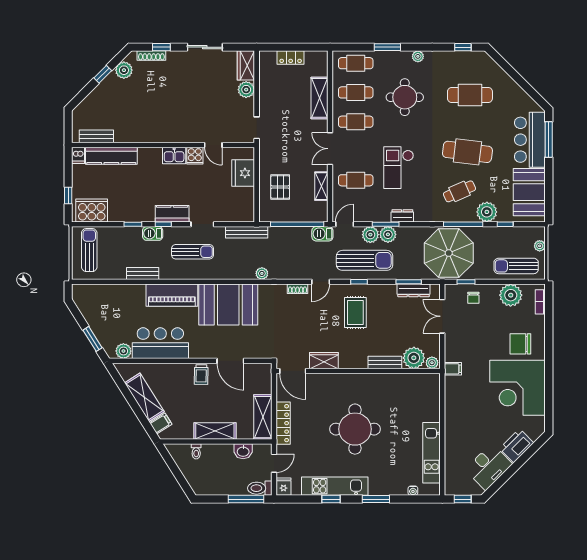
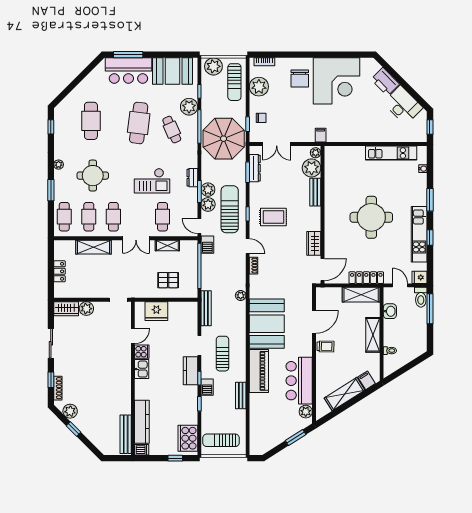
bench: (96, 136) -> (126, 434), width x1.36
plant: (540, 246) -> (213, 66), width x1.88, depth x1.88

